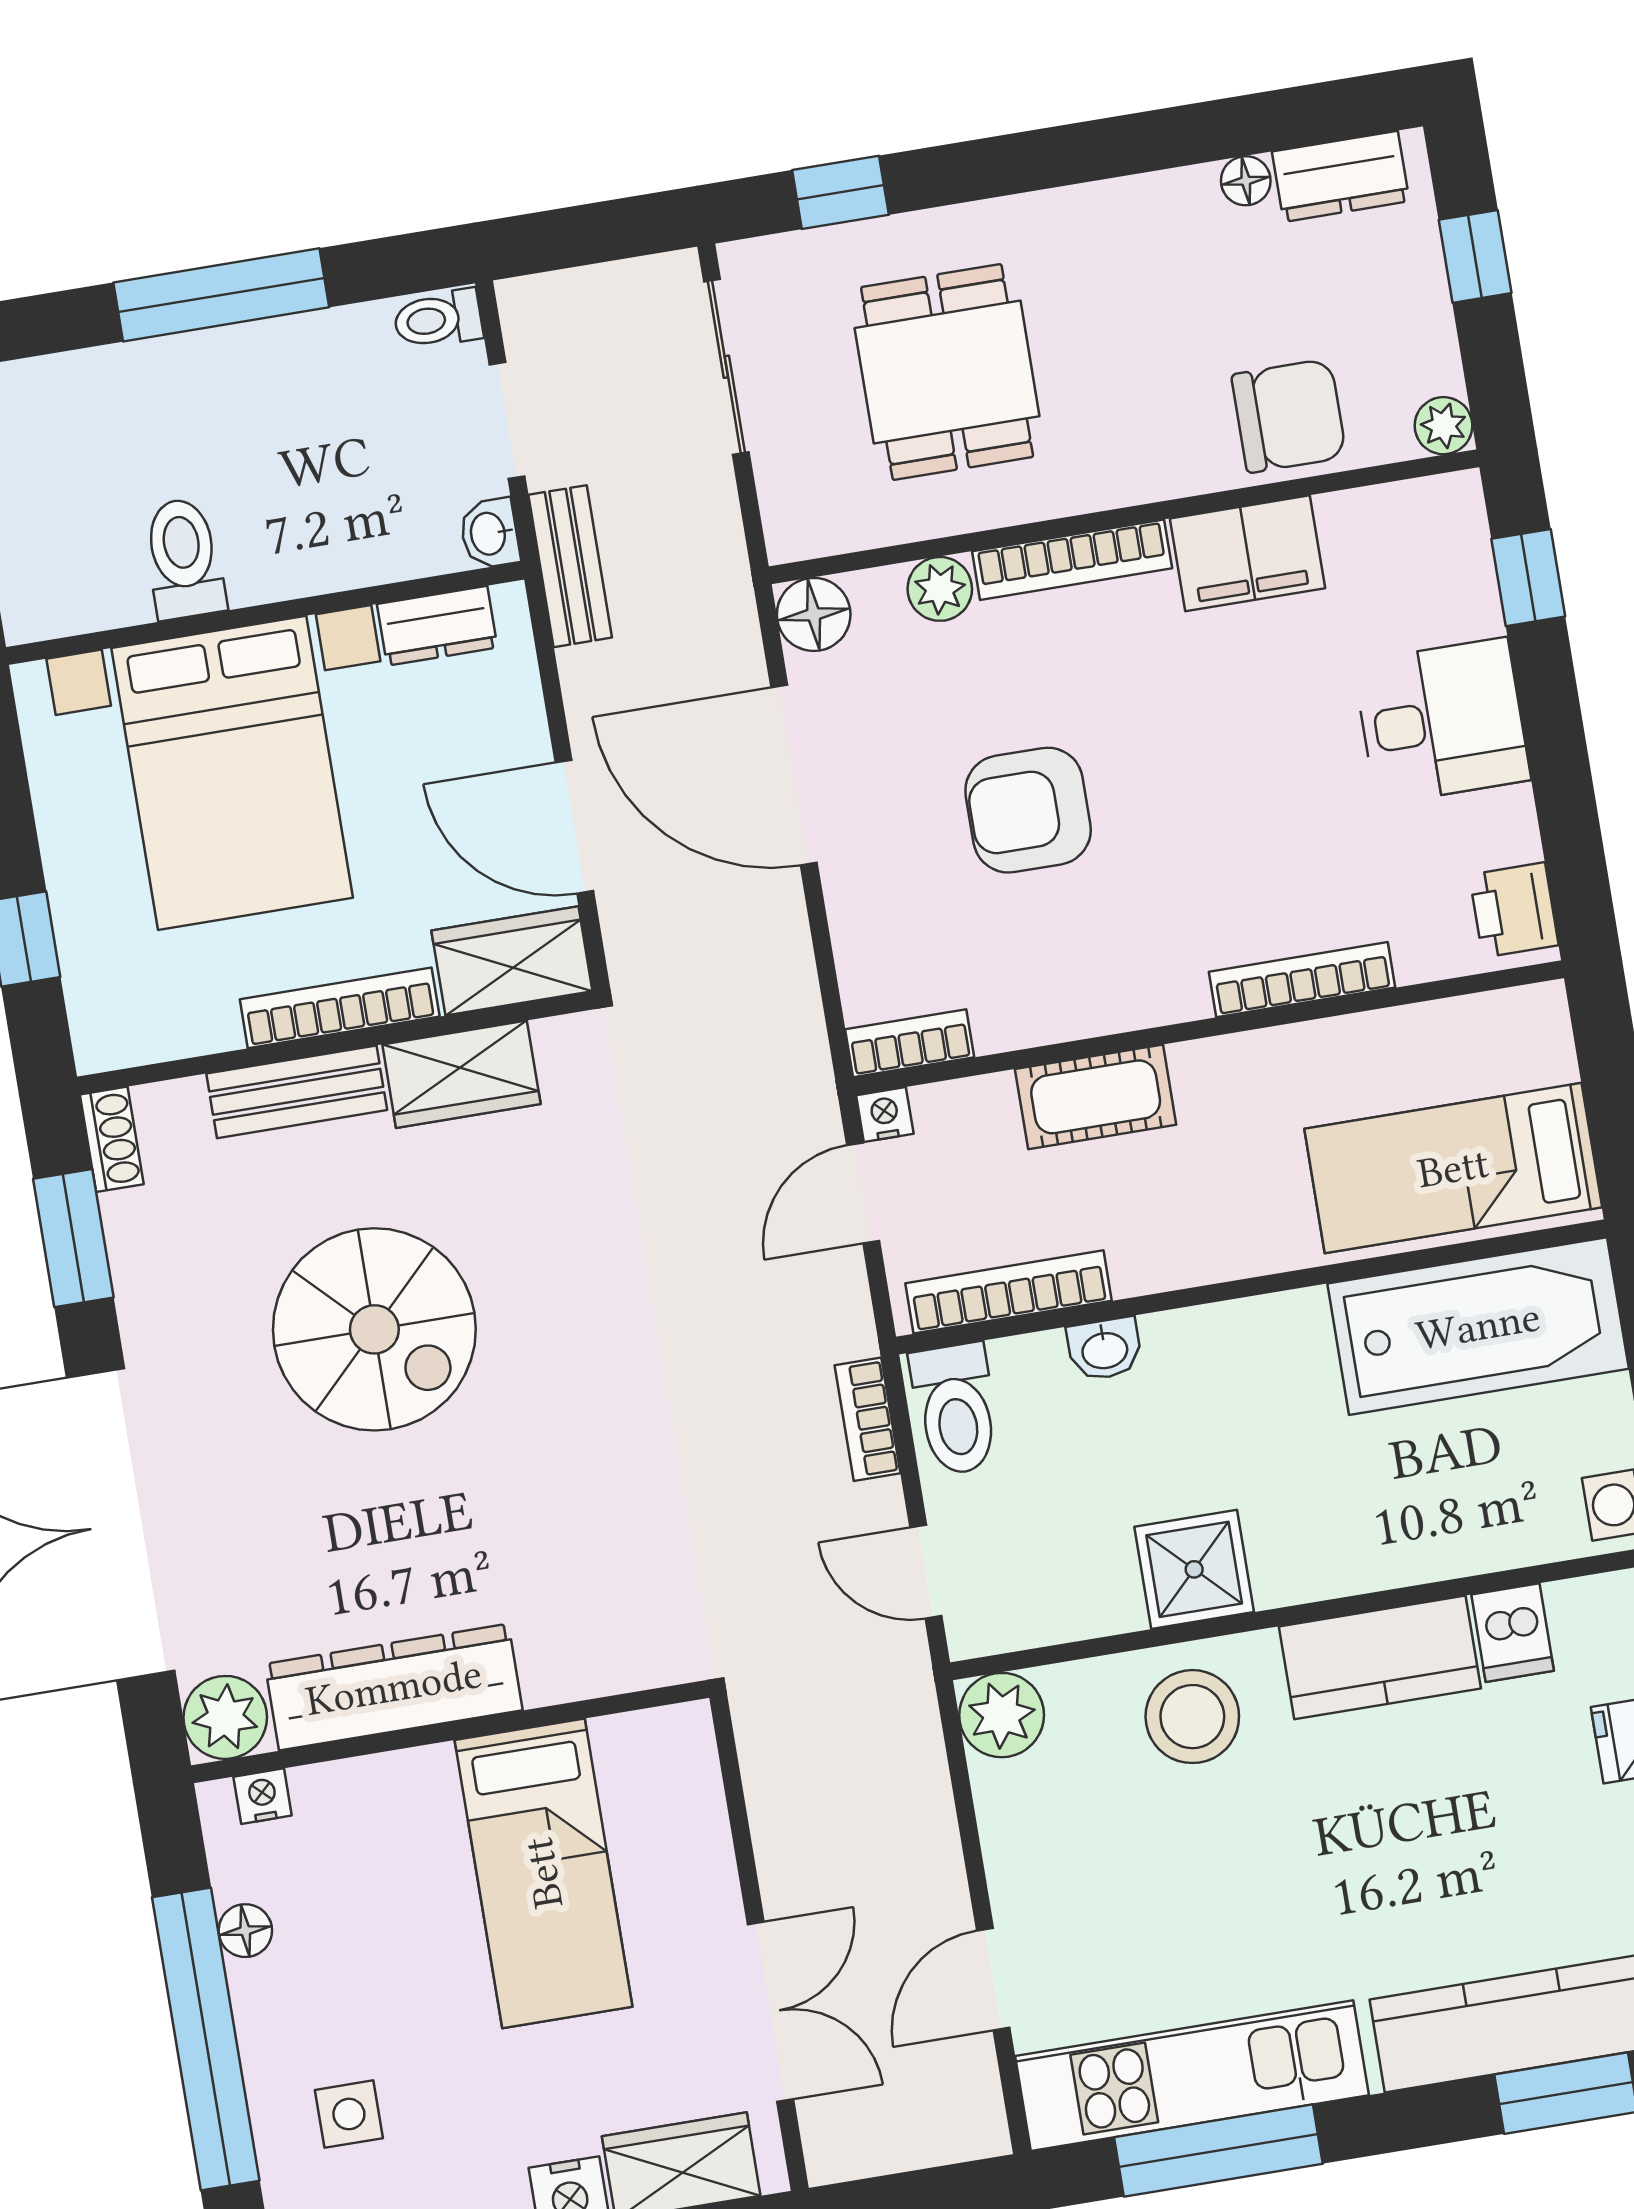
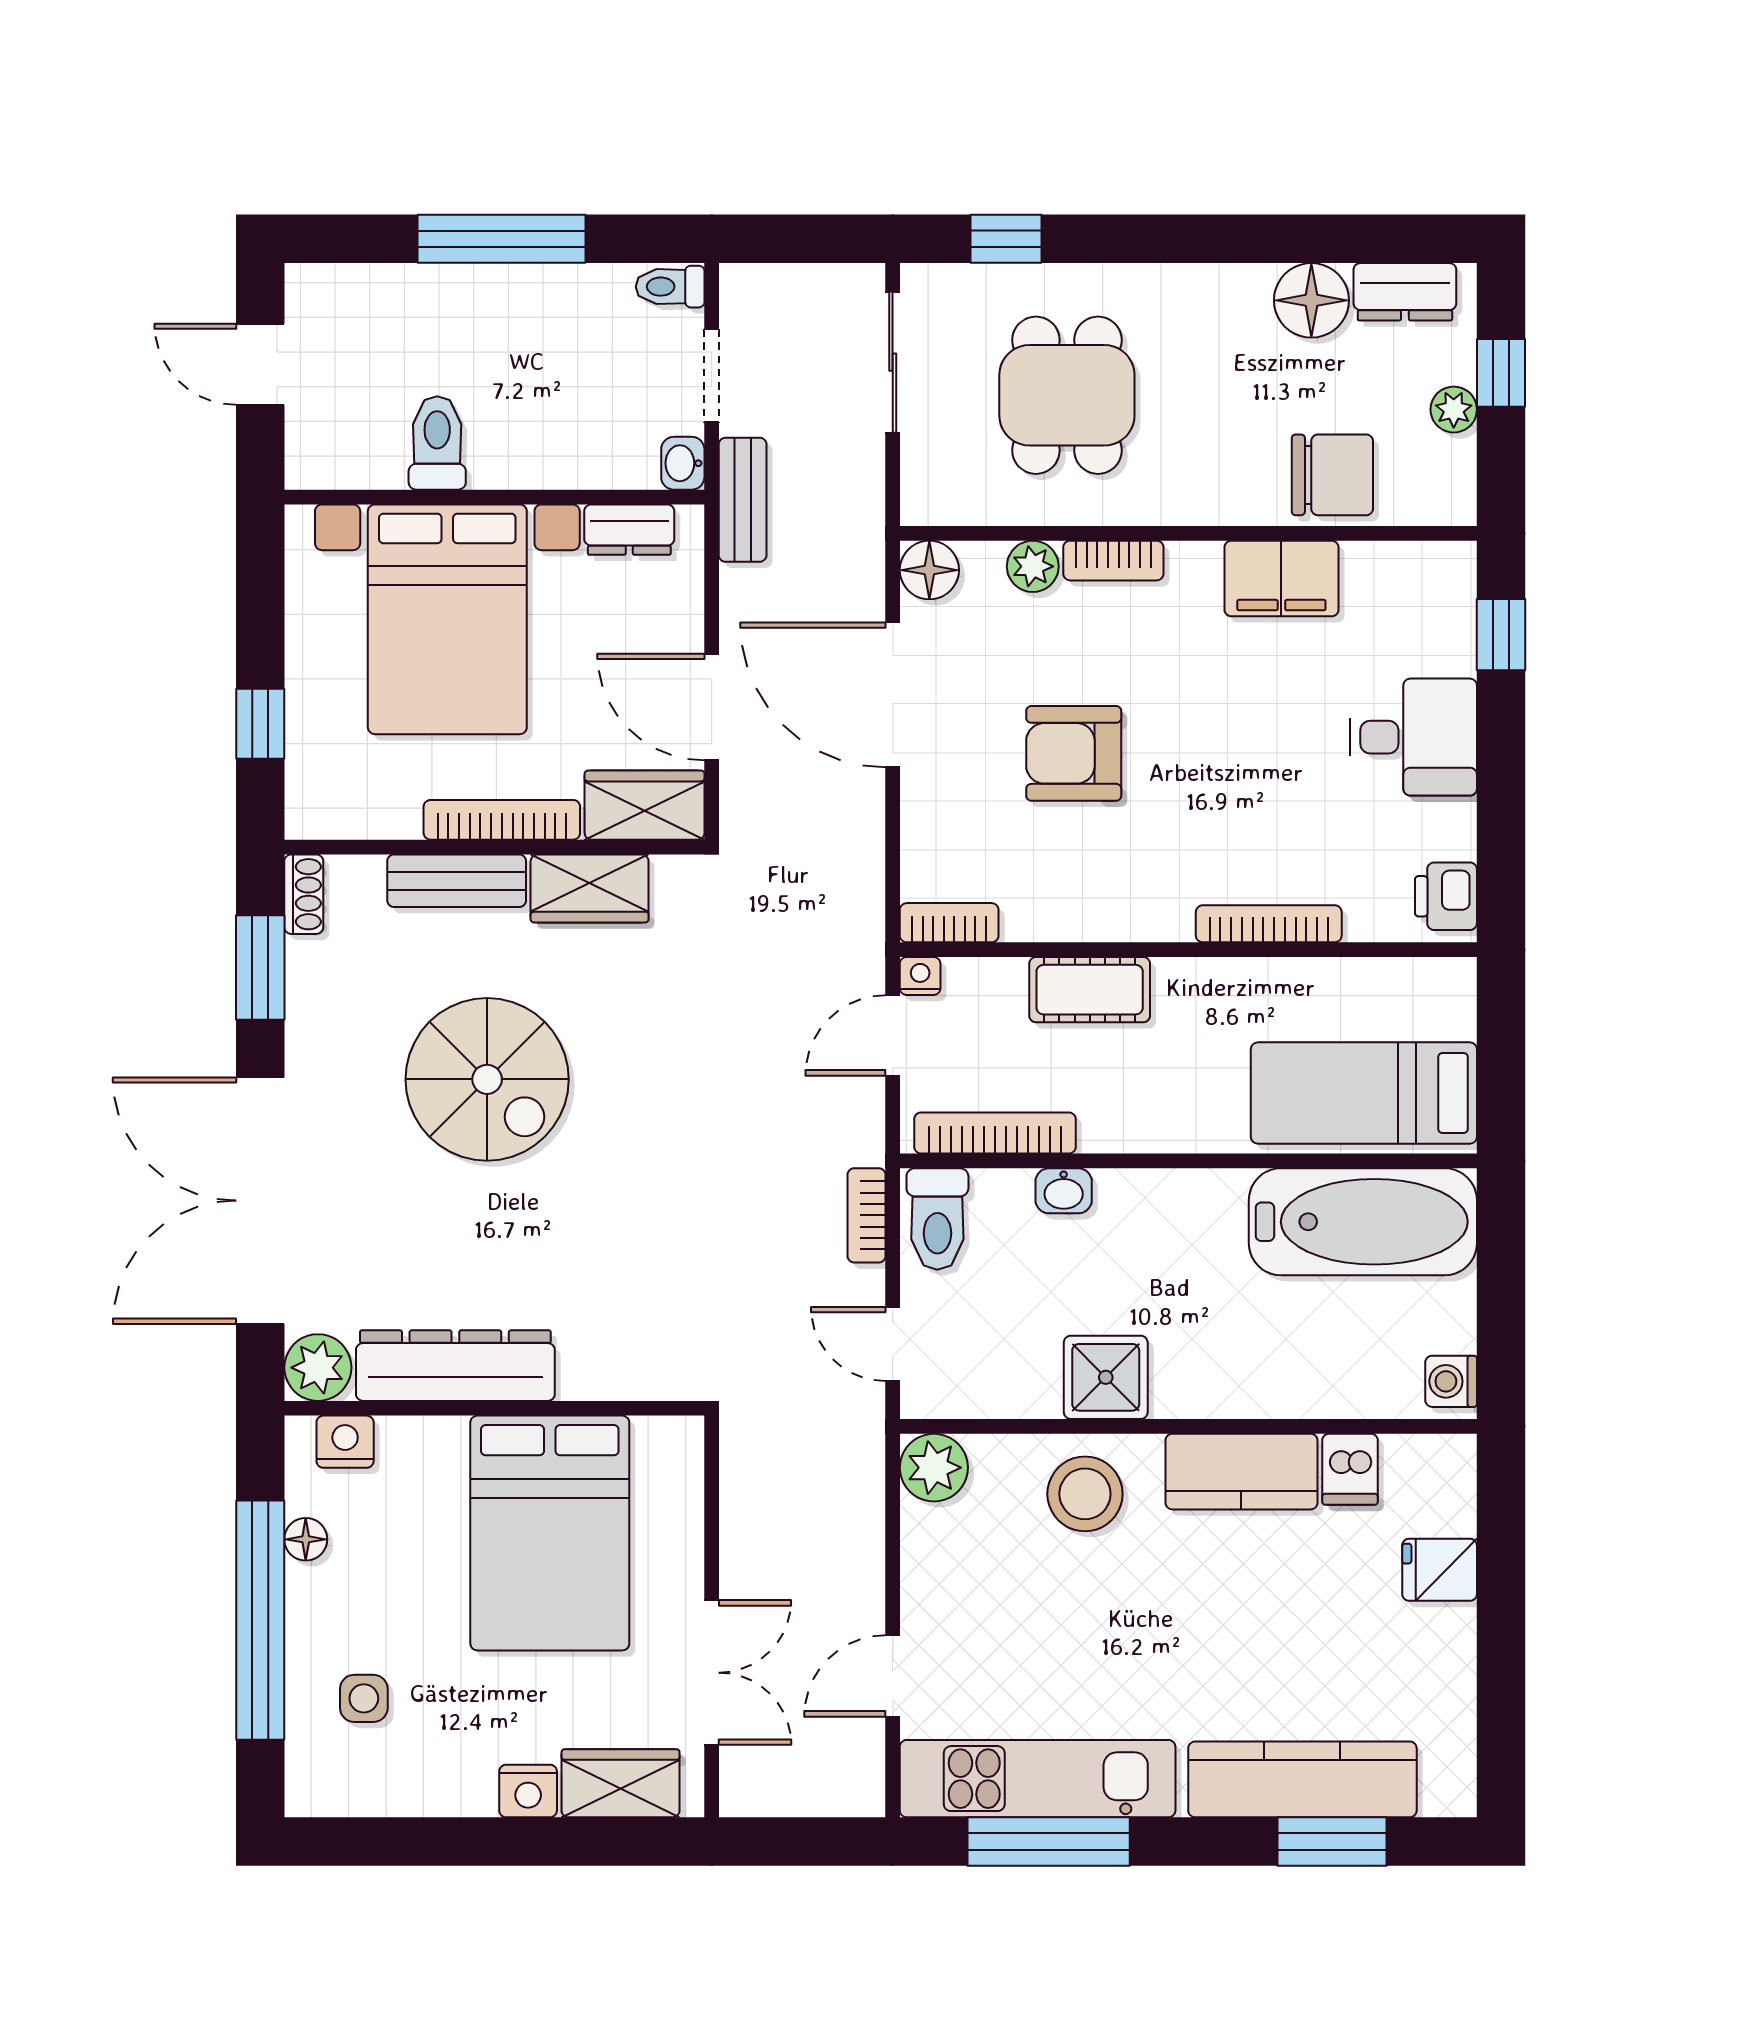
floor lamp: (1246, 181) -> (1311, 300), width x1.89, depth x1.89
plant: (1444, 426) -> (1454, 410), moved
bookcase: (1072, 560) -> (1113, 561), width x0.64
nightstand: (263, 1796) -> (345, 1442), width x1.39, depth x1.35
bed: (543, 1873) -> (550, 1533), width x1.50

